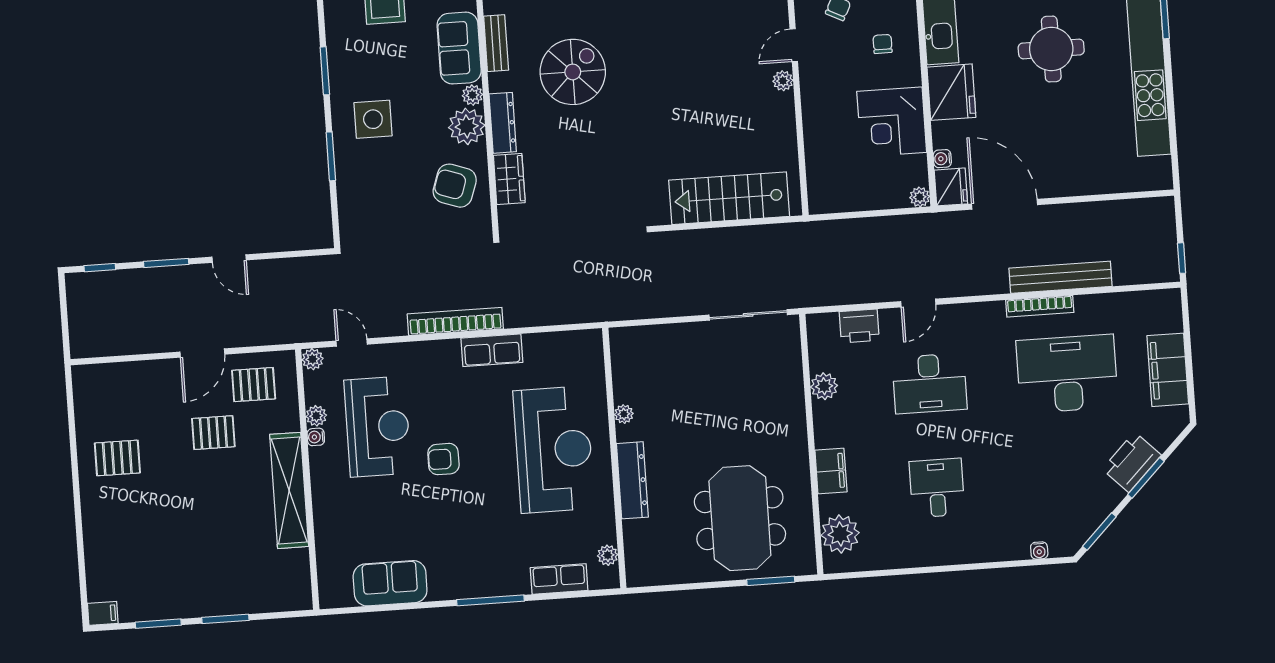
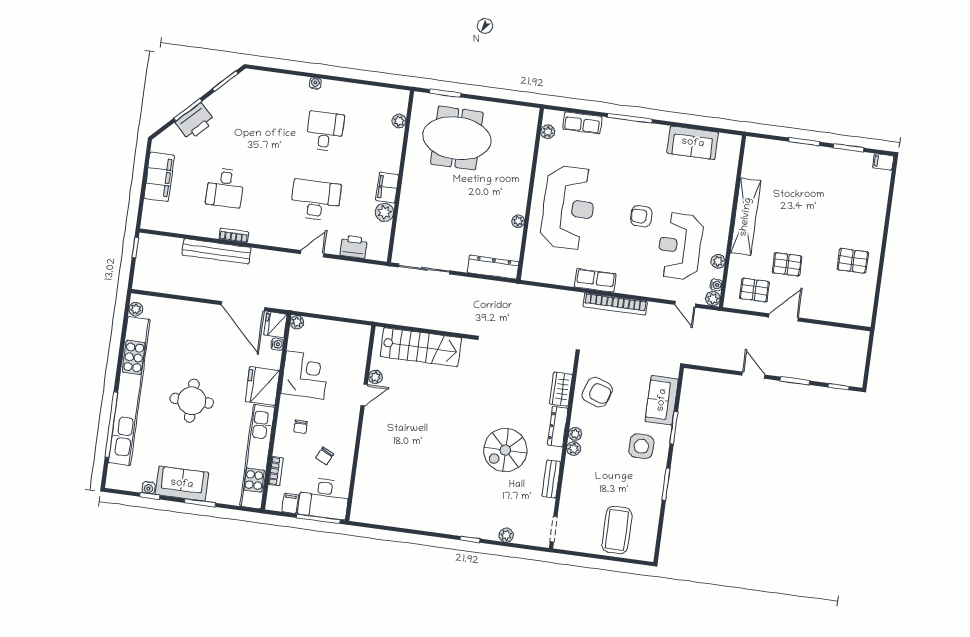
door: (794, 45) -> (364, 395), moved
sofa: (459, 48) -> (662, 400), moved, turned 180
plant: (783, 81) -> (375, 377), moved
plant: (467, 126) -> (575, 434), width x0.53, depth x0.53
plant: (1162, 167) -> (136, 309), added
bookcase: (1040, 306) -> (234, 235), width x0.64
desk: (1067, 374) -> (225, 188), width x0.53, depth x0.77
water cooler: (316, 437) -> (716, 285), moved
reception desk: (554, 450) -> (568, 208), turned 180
armchair: (443, 459) -> (641, 216), turned 180
filing cabinet: (831, 471) -> (387, 188), moved
dresser: (632, 480) -> (493, 267), moved, turned 90
desk: (937, 488) -> (325, 131), turned 180
meeting table: (740, 518) -> (457, 138), turned 90
plant: (840, 534) -> (399, 121), width x0.53, depth x0.53
water cooler: (1039, 551) -> (315, 83), moved

